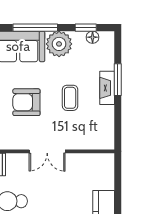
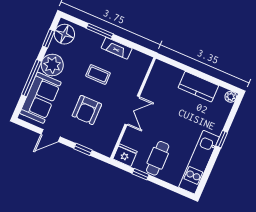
floor lamp: (93, 37) -> (64, 34), width x1.89, depth x1.89
fireplace: (107, 88) -> (117, 48), moved

